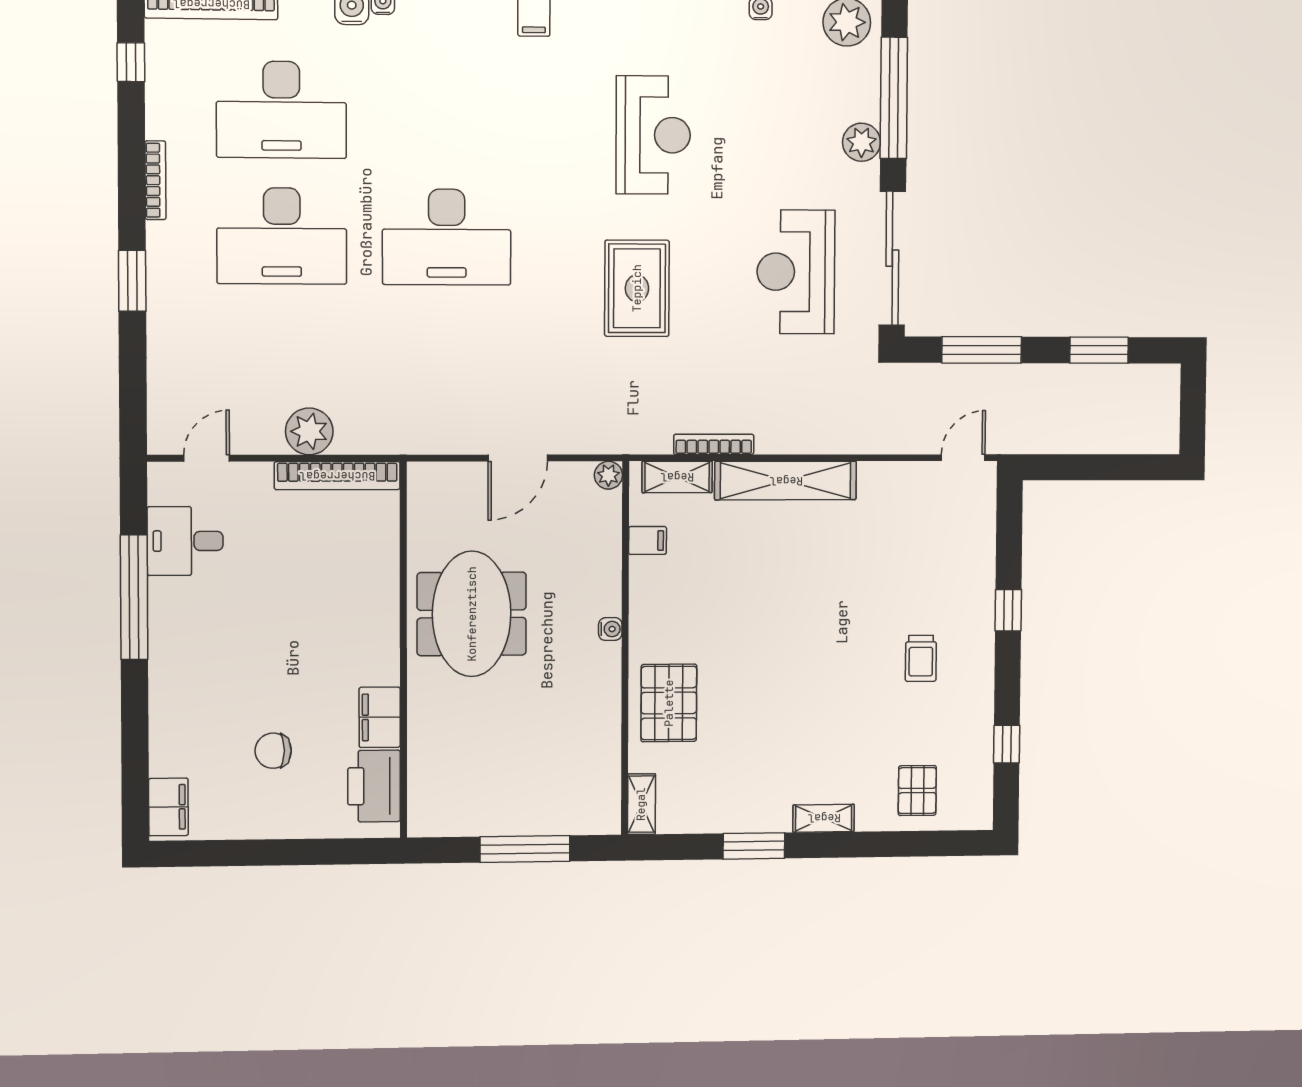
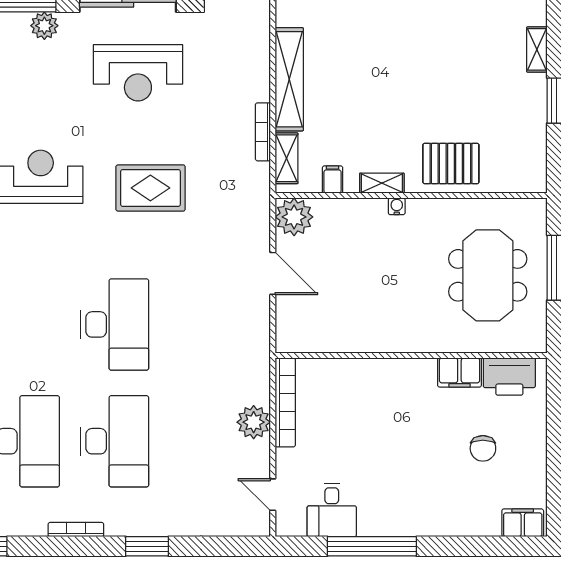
plant: (608, 475) -> (294, 217), width x1.87, depth x1.87
meeting table: (472, 614) -> (488, 275), moved, turned 90
shelving: (641, 804) -> (382, 183), moved

